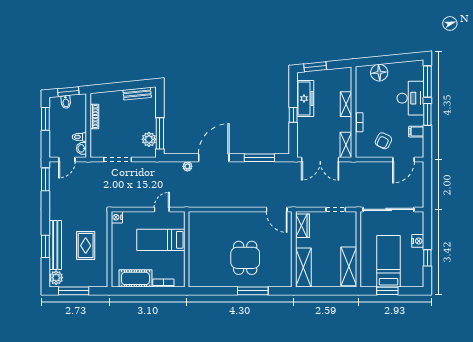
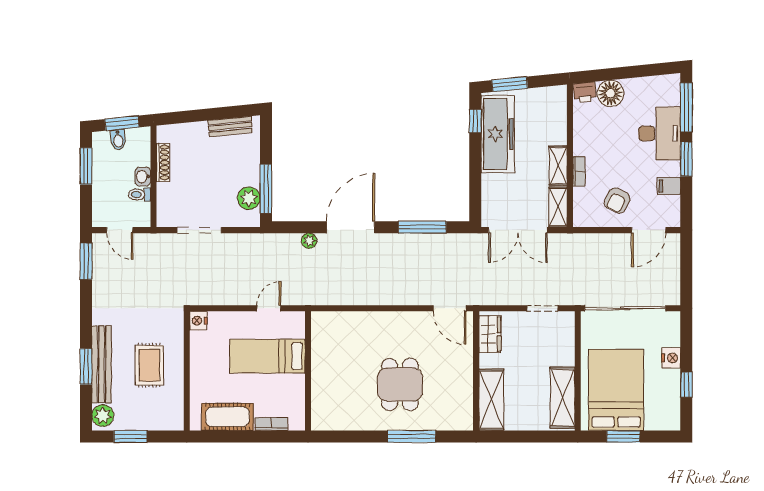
printer: (363, 72) -> (585, 92), added
freezer: (305, 98) -> (498, 134), width x1.36, depth x1.26
shelving: (346, 104) -> (558, 166), moved
window: (293, 115) -> (475, 121), moved
washbasin: (82, 148) -> (143, 177), moved
door: (67, 160) -> (120, 230), hinge flipped
bed: (388, 261) -> (616, 390), width x1.50
window: (74, 291) -> (130, 436), width x0.69

